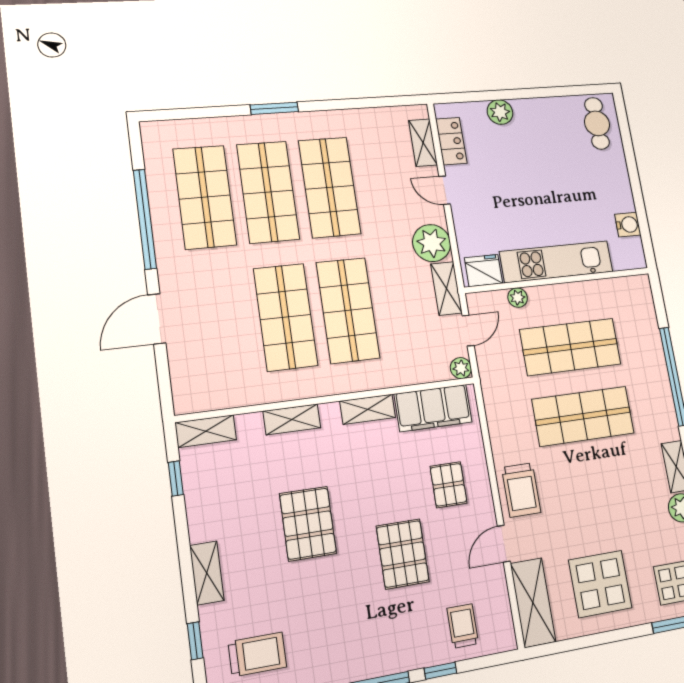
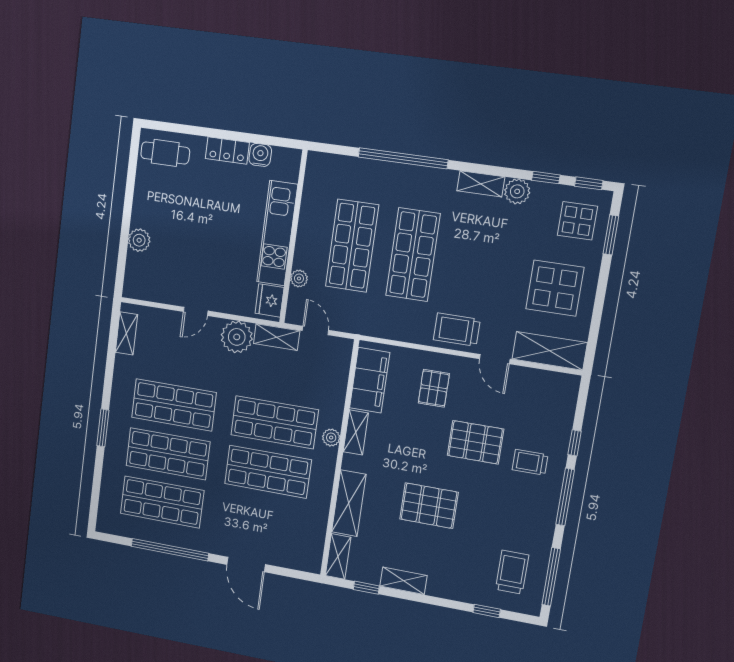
locker: (451, 141) -> (227, 150), moved, turned 180
shelving: (423, 143) -> (126, 333), moved, turned 90
plant: (461, 368) -> (331, 438), moved
shelving: (292, 419) -> (349, 503), width x1.50, depth x1.33
pallet: (449, 485) -> (434, 388), turned 90
trolley: (521, 490) -> (457, 330), turned 180
shelving: (207, 573) -> (403, 581), moved
trolley: (463, 626) -> (530, 462), moved

